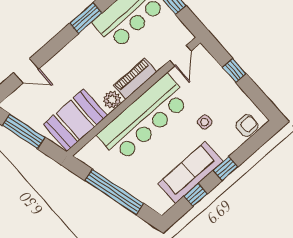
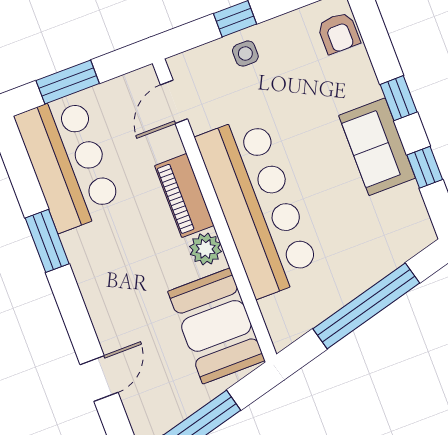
door: (181, 56) -> (174, 102), swing flipped
side table: (205, 122) -> (245, 54), moved
armchair: (247, 126) -> (339, 33), turned 180
sofa: (191, 172) -> (377, 147), width x0.73

